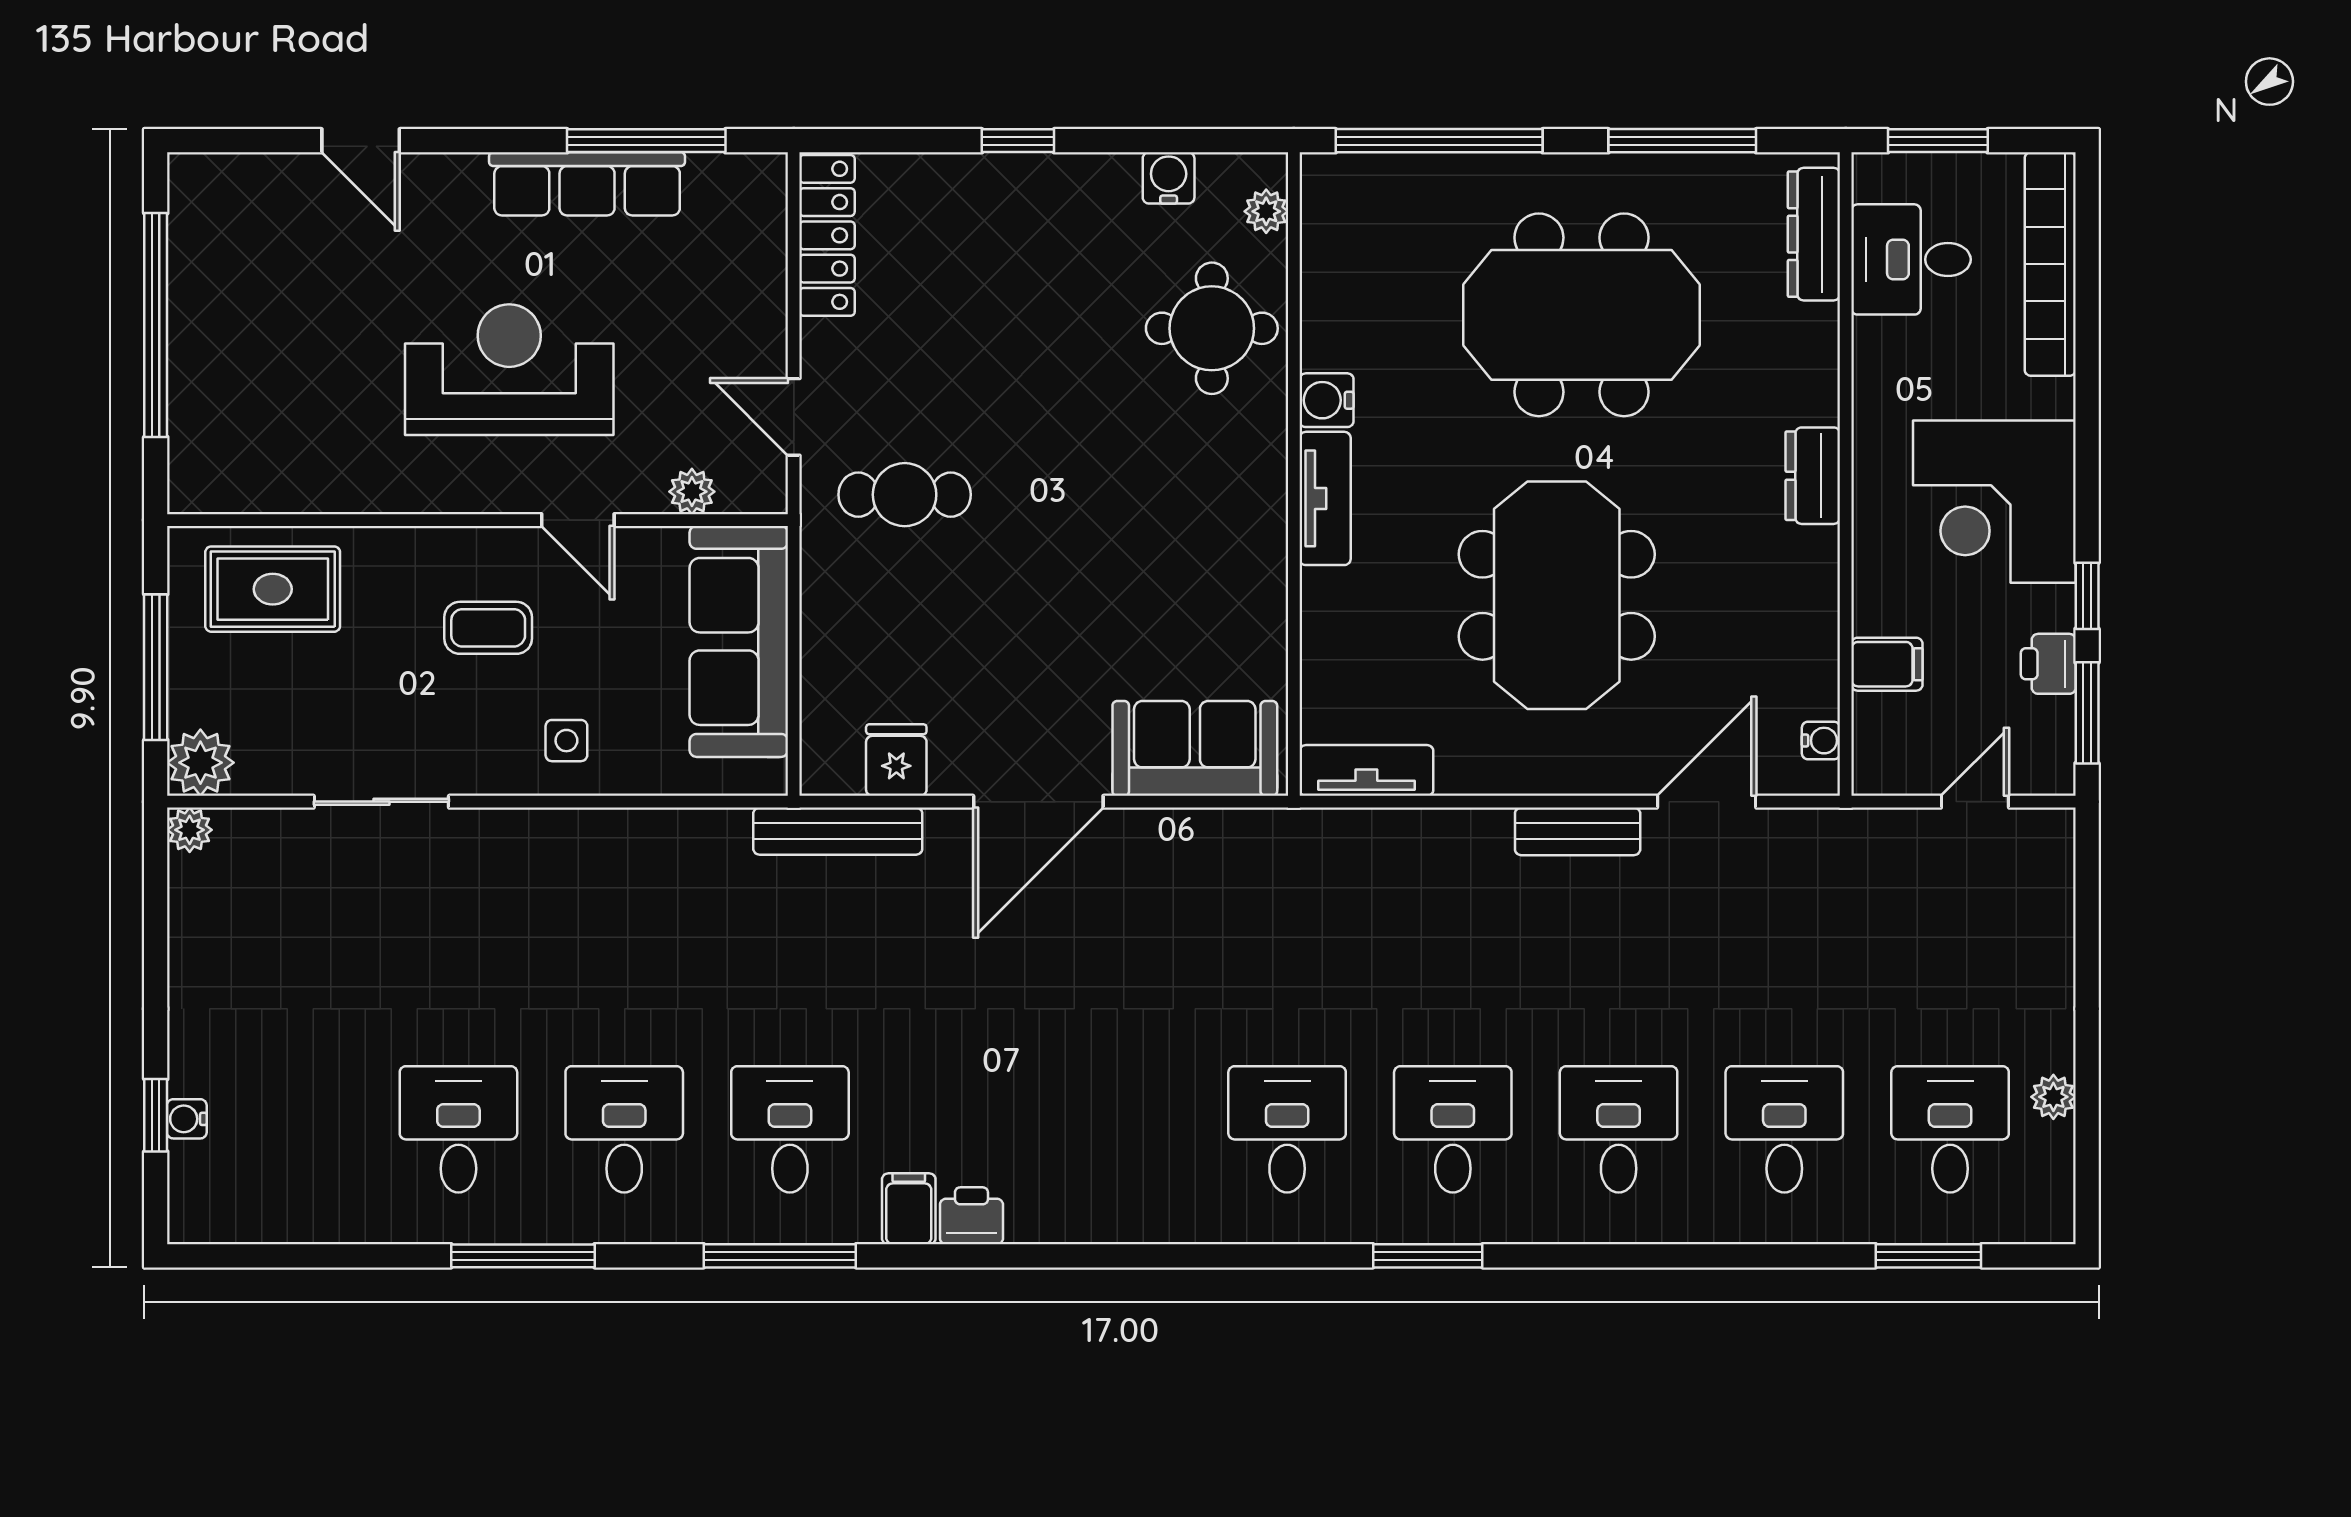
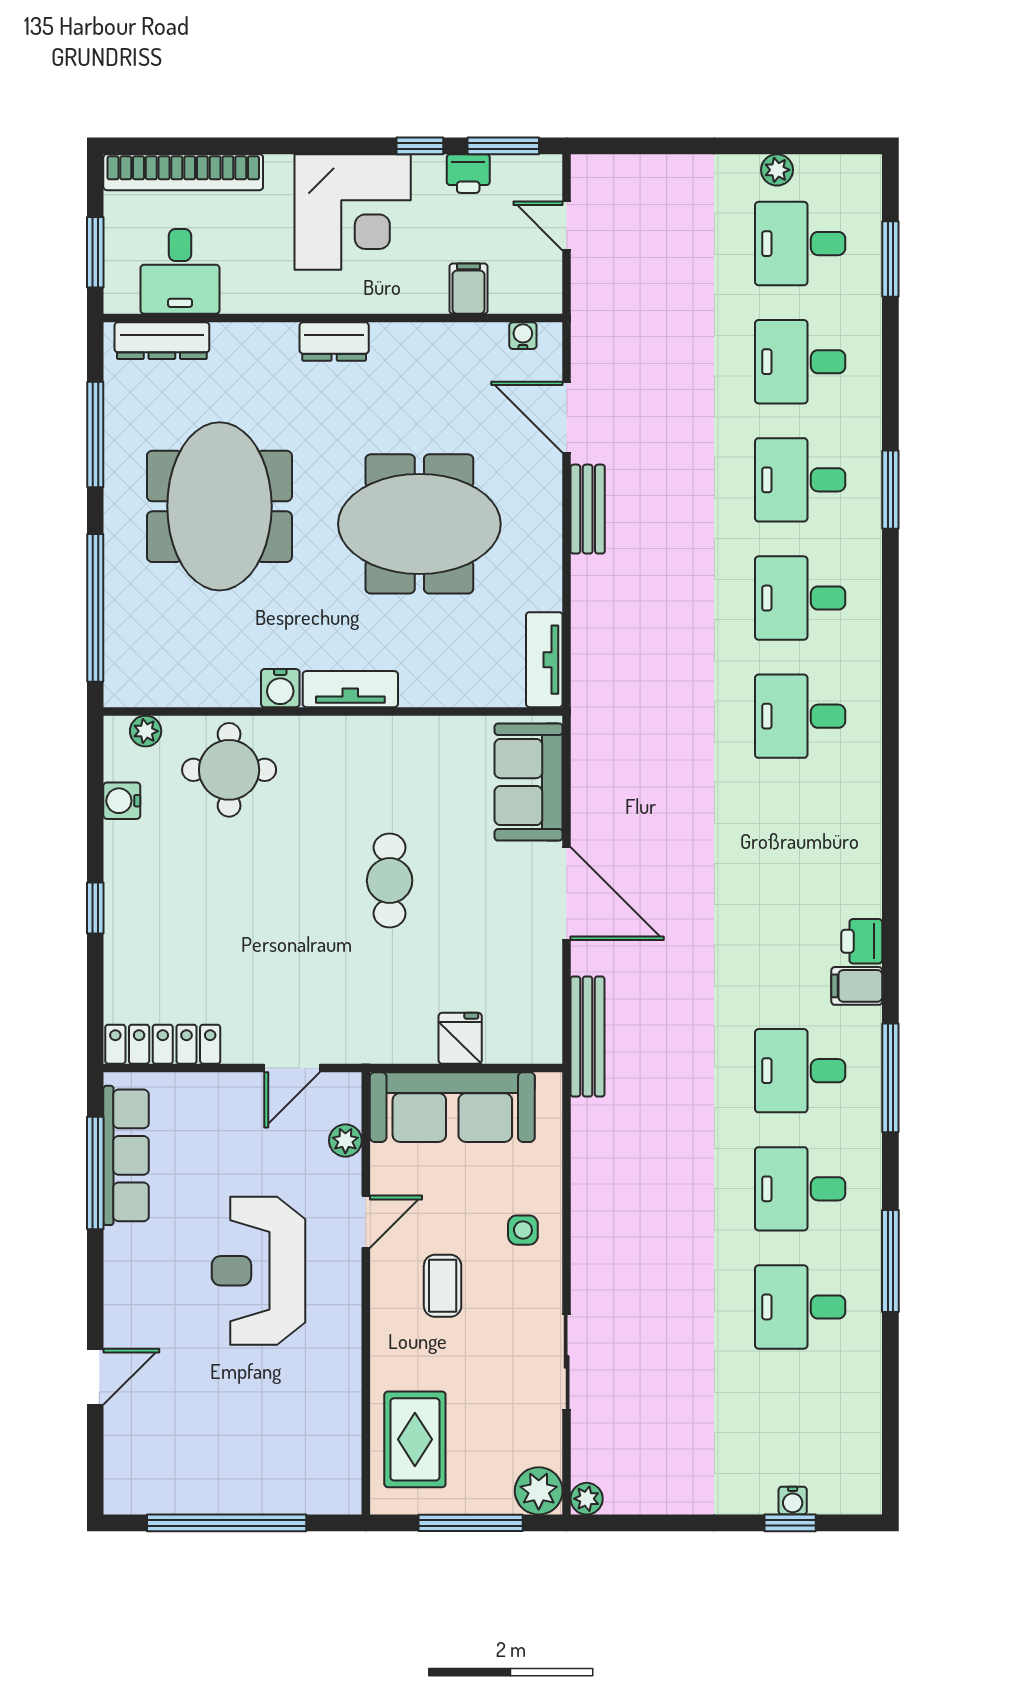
row of seats: (587, 184) -> (126, 1155), moved
cafe table: (905, 495) -> (390, 881), moved
fridge: (896, 760) -> (460, 1038), moved, turned 90
window: (1428, 1256) -> (890, 490), moved

